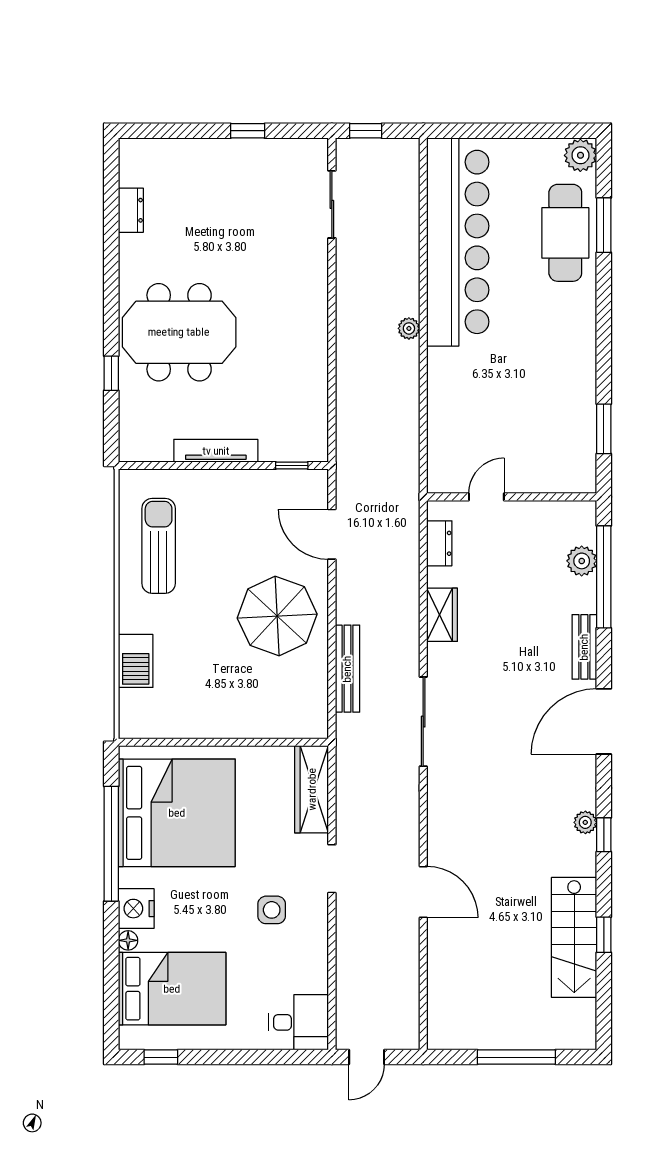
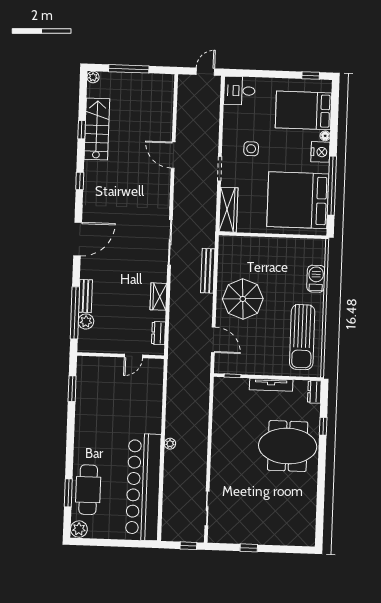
dresser: (131, 210) -> (314, 392), moved
sun lounger: (159, 546) -> (302, 337), width x1.36, depth x1.34
bench: (584, 647) -> (85, 296), moved
plant: (585, 822) -> (93, 77), moved

